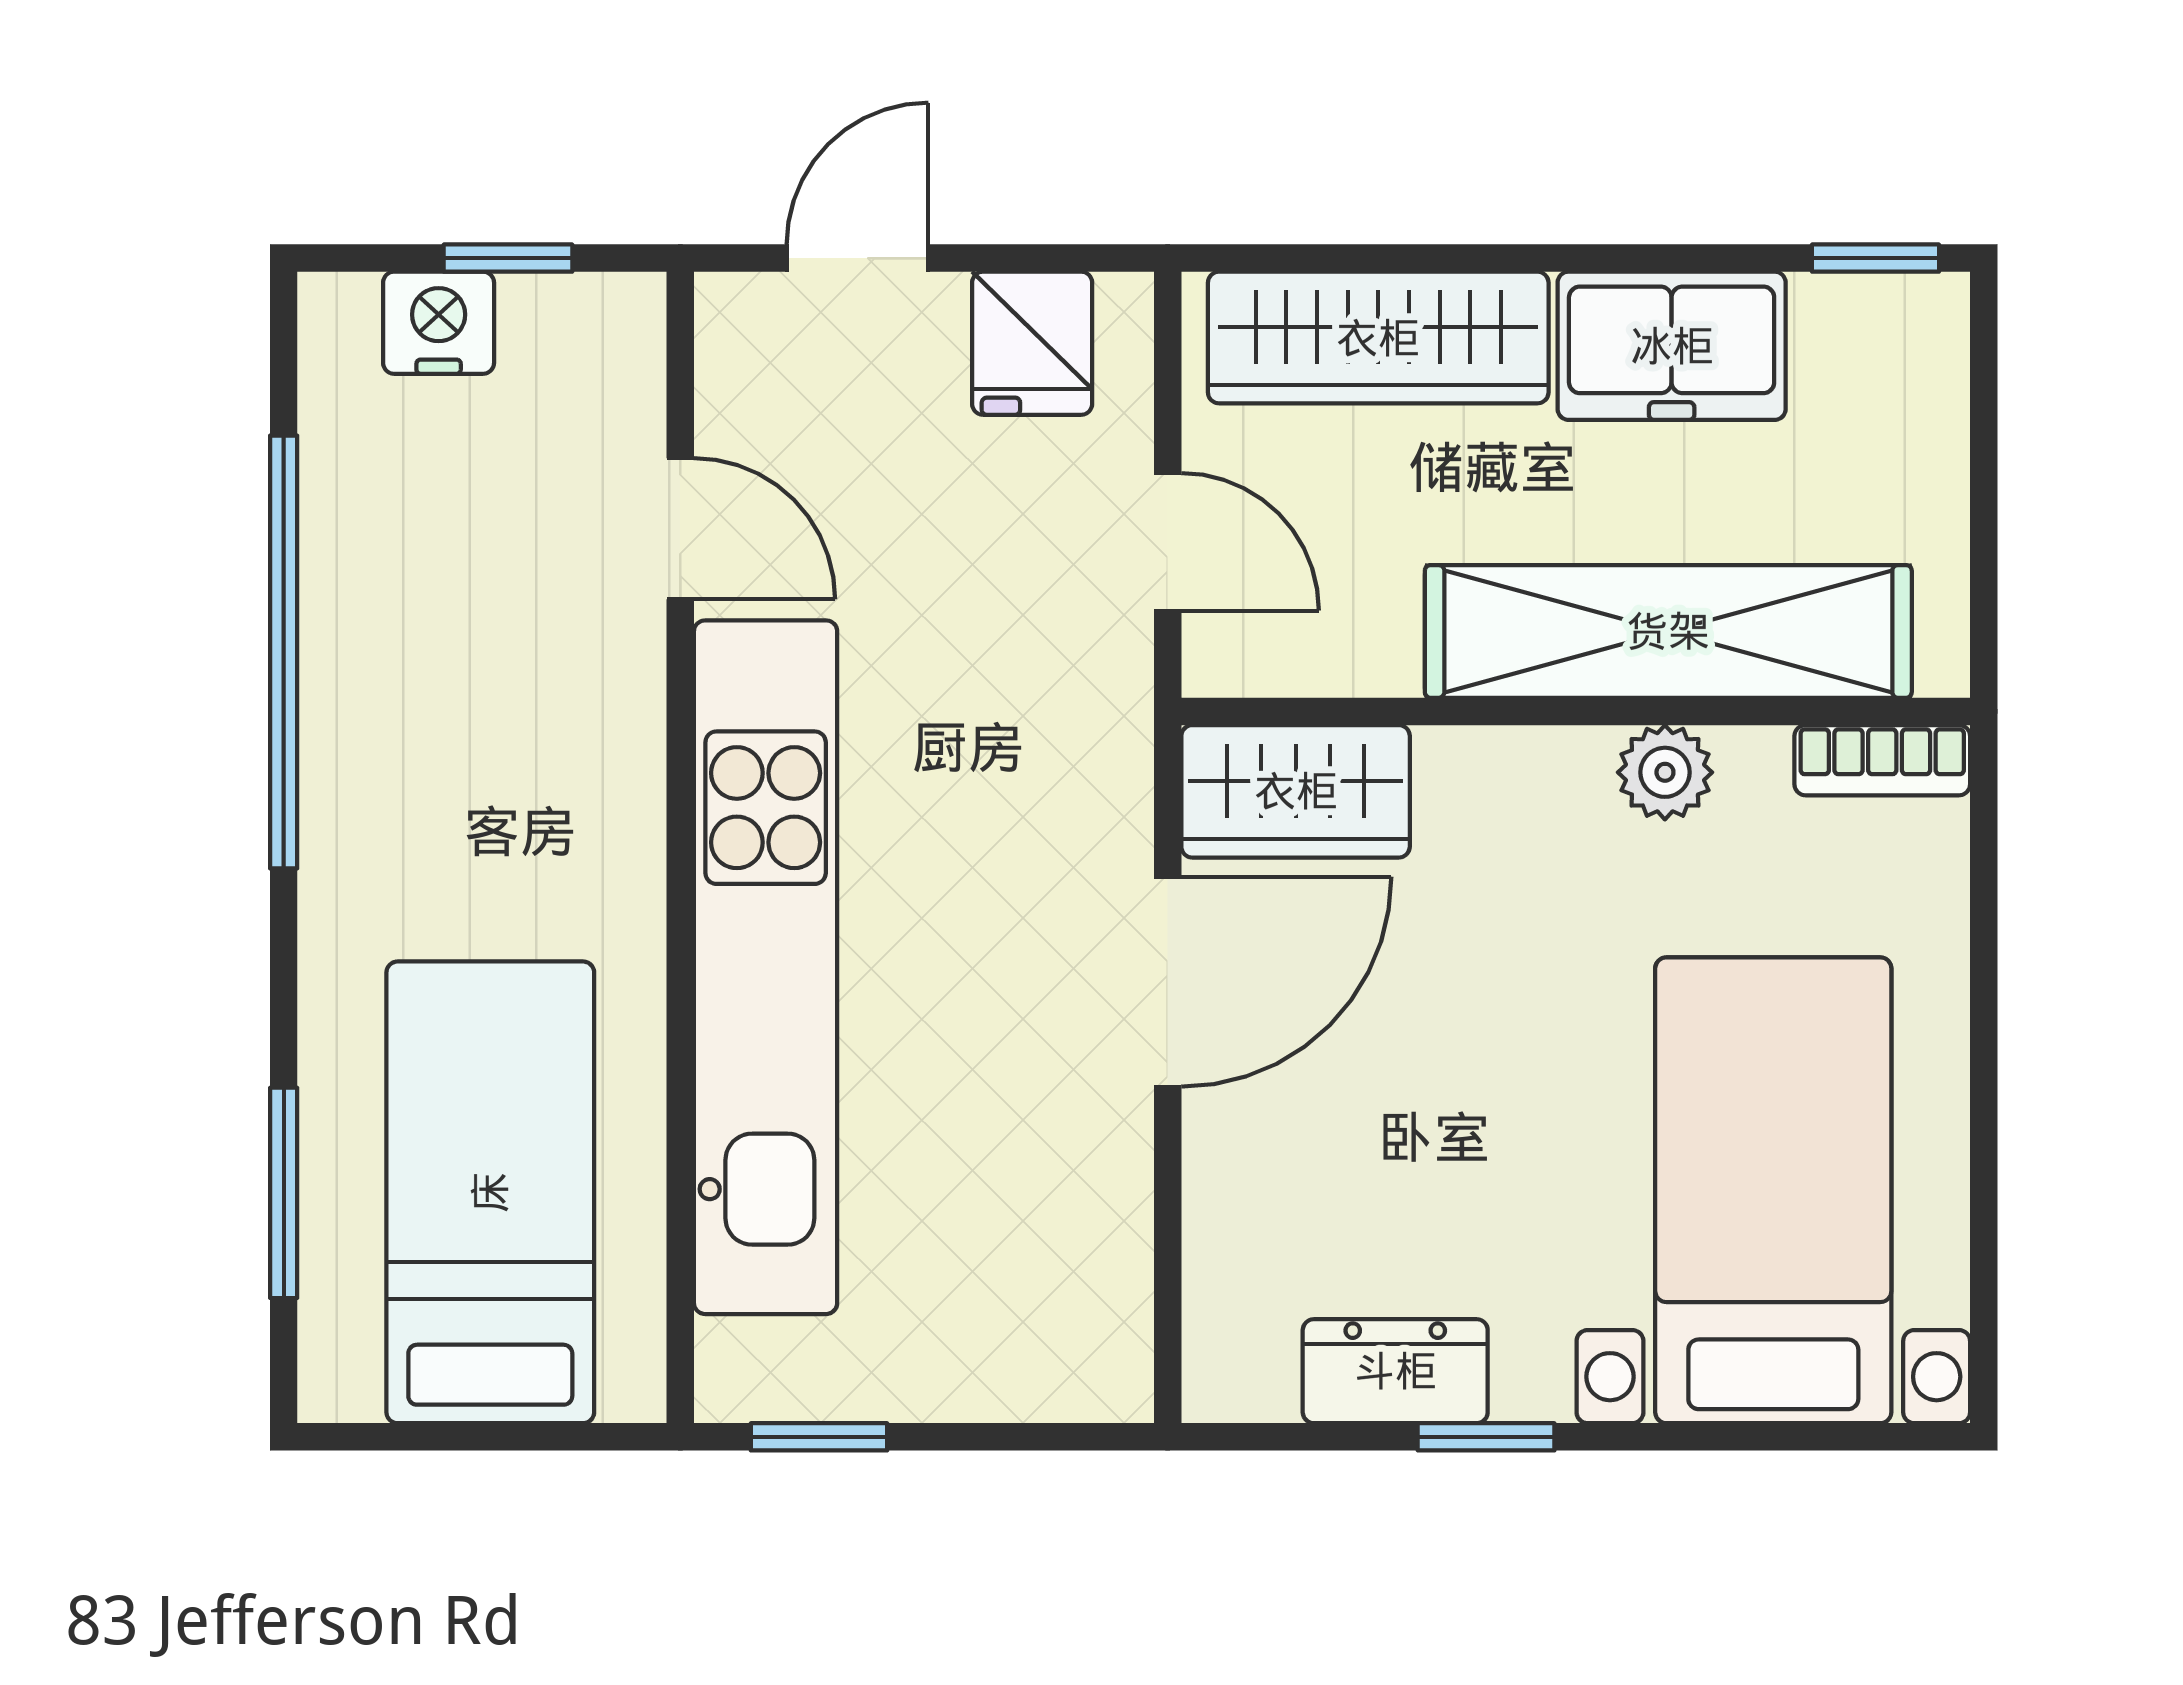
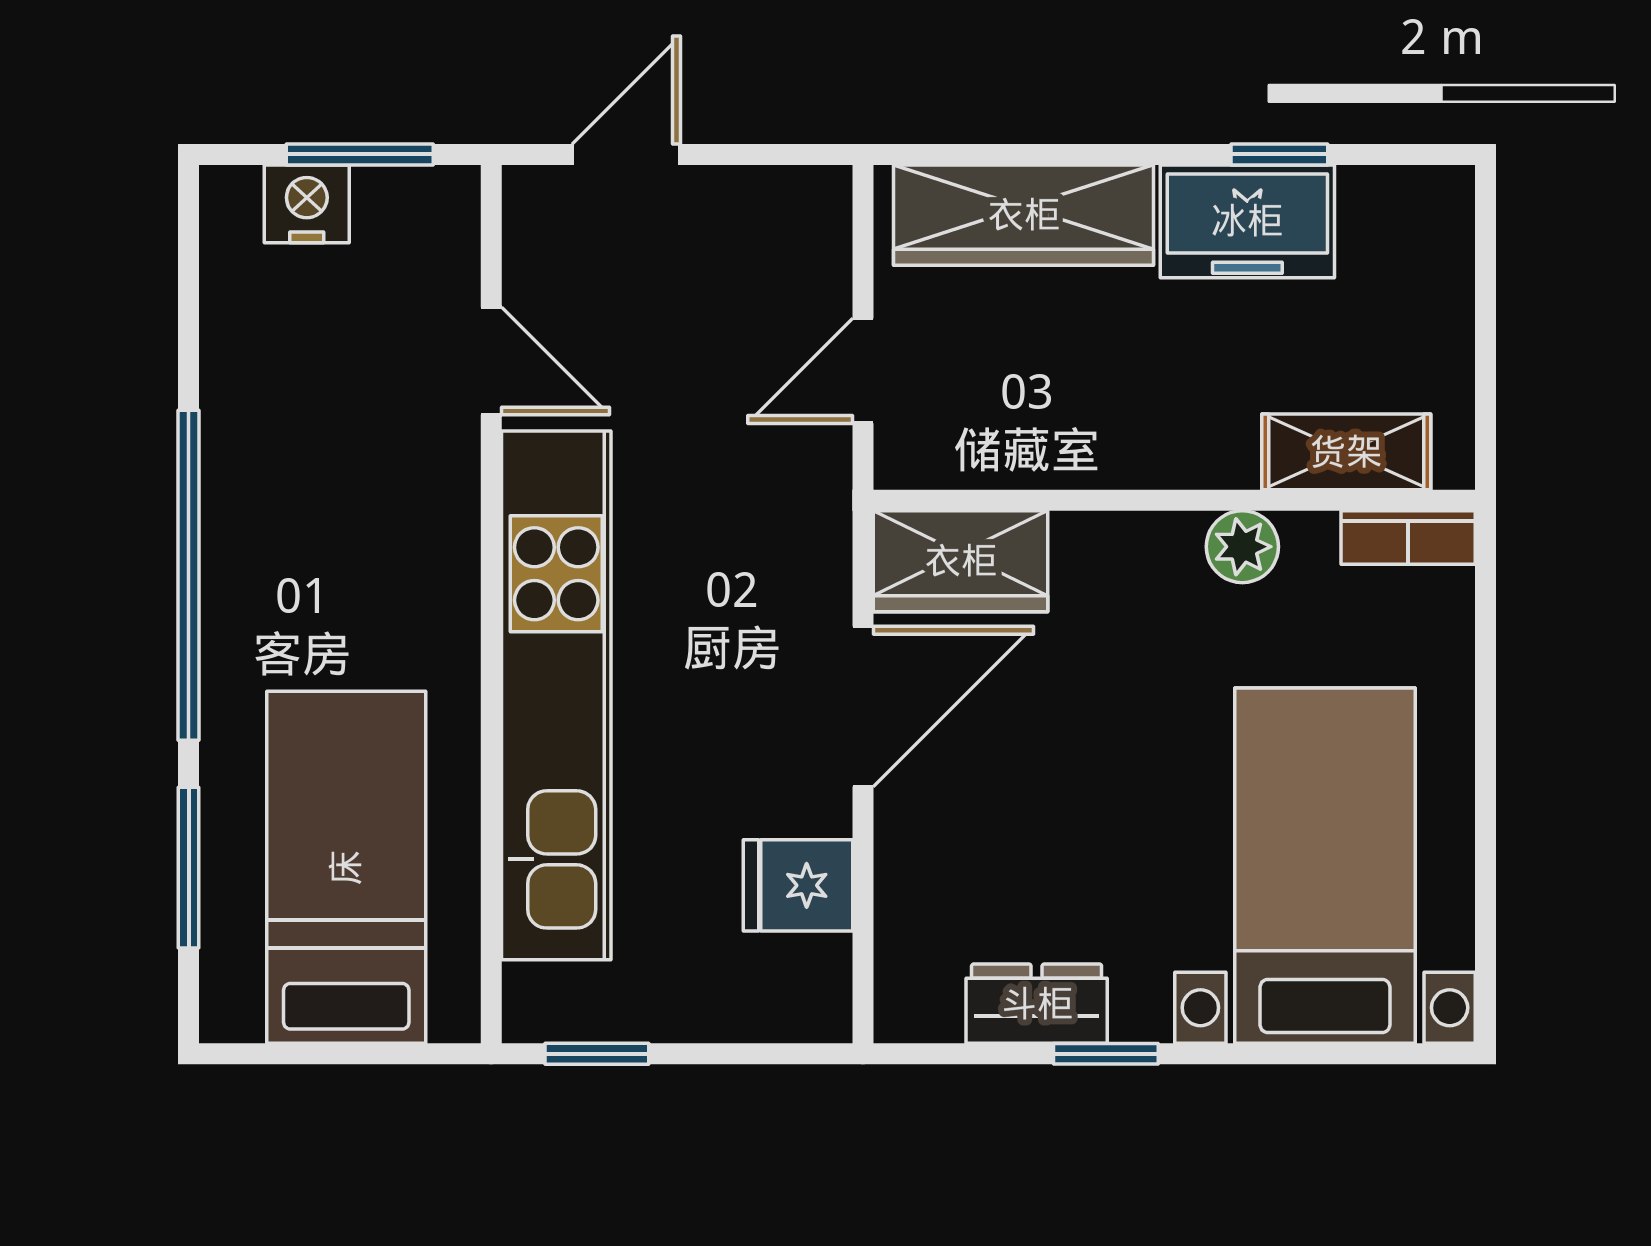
window: (508, 258) -> (360, 154), width x1.50
window: (1876, 258) -> (1279, 154), moved
fridge: (1032, 343) -> (798, 885), moved, turned 90
door: (1168, 542) -> (863, 371), swing flipped
shelving: (1668, 631) -> (1346, 452), width x0.45, depth x0.75
window: (284, 652) -> (189, 575), moved

